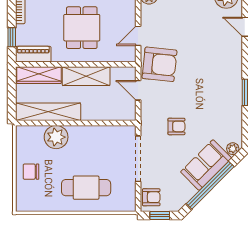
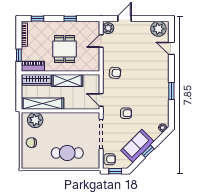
door: (138, 36) -> (101, 41), moved
armchair: (160, 64) -> (115, 73), width x0.53, depth x0.53
door: (138, 90) -> (101, 100), moved
plant: (56, 137) -> (35, 120), moved
sofa: (206, 165) -> (138, 146), moved
window: (210, 185) -> (148, 151), width x0.32

